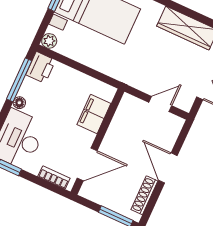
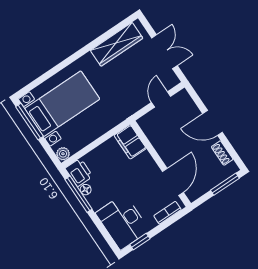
floor lamp: (19, 103) -> (86, 190), moved
filing cabinet: (94, 114) -> (130, 142), moved
shoe rack: (144, 195) -> (222, 153), width x0.70

